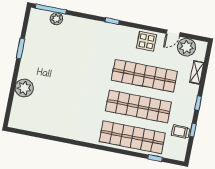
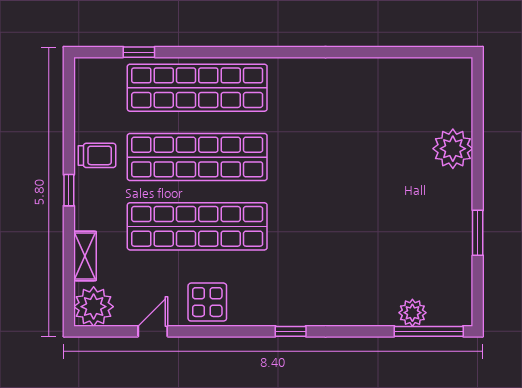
plant: (187, 47) -> (94, 307), moved
window: (193, 130) -> (69, 129), removed
trolley: (181, 132) -> (97, 155), moved

